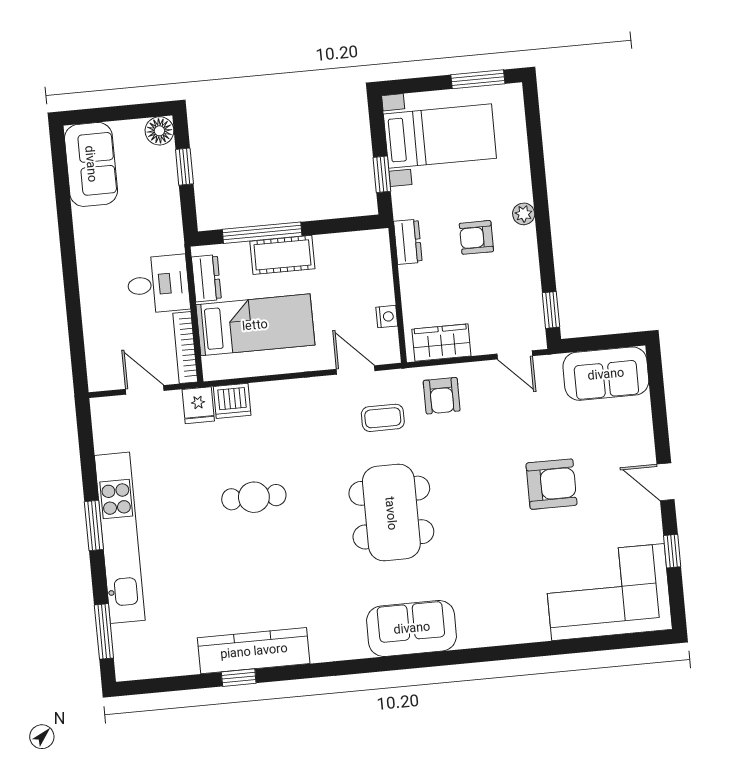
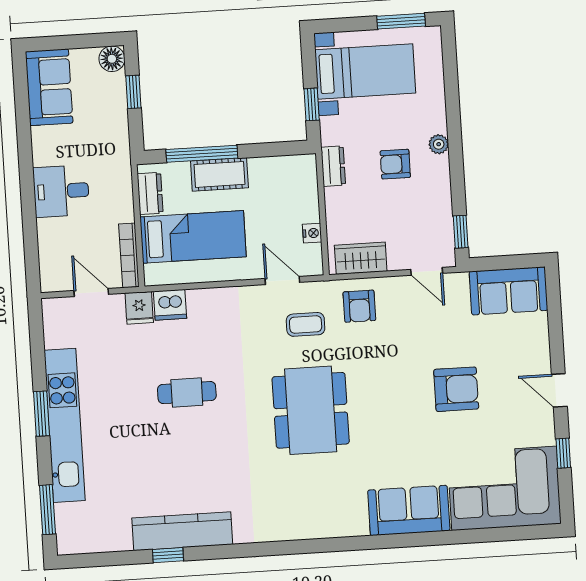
desk: (158, 284) -> (61, 191), moved, turned 180
sofa: (412, 628) -> (409, 510), moved

